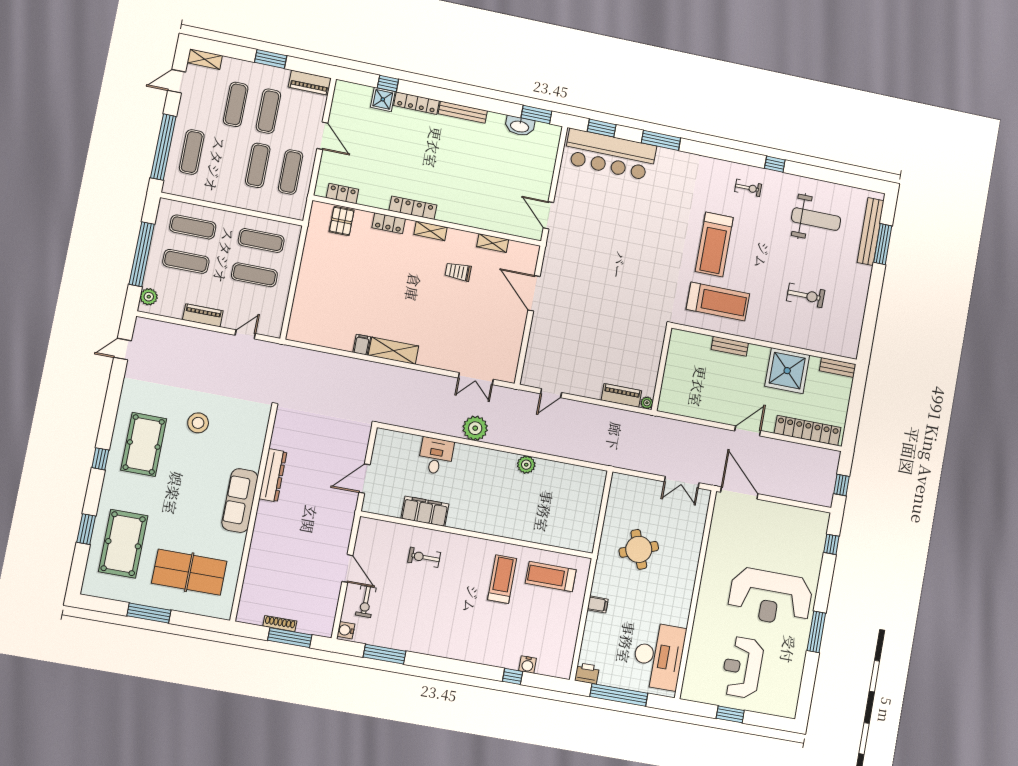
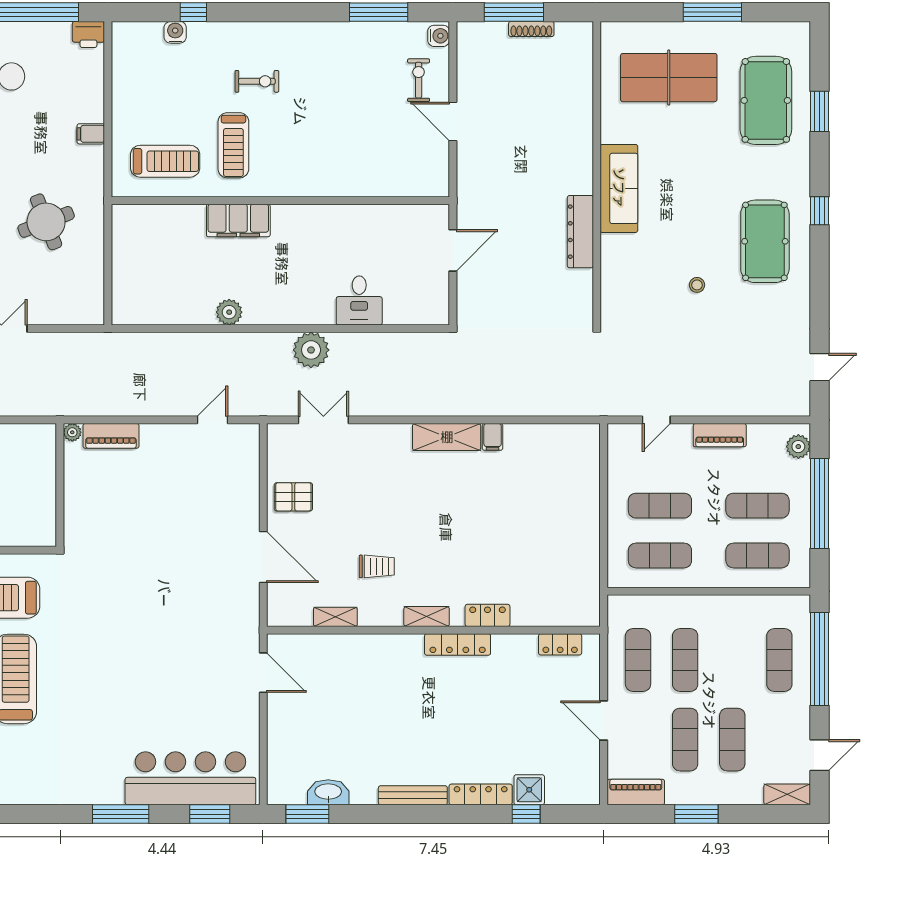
pallet: (342, 221) -> (293, 497), moved, turned 90
stool: (198, 423) -> (697, 285), width x0.53, depth x0.53
filing cabinet: (425, 511) -> (238, 220), moved
exercise bike: (424, 557) -> (257, 81), moved

